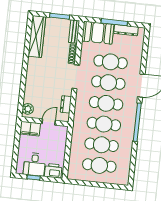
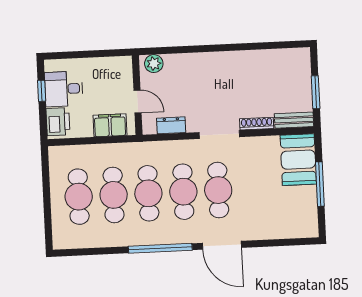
dresser: (126, 30) -> (310, 206), removed
wardrobe: (37, 36) -> (276, 60), removed
cafe table: (111, 62) -> (253, 188), removed
filing cabinet: (30, 129) -> (110, 125), moved, turned 90

